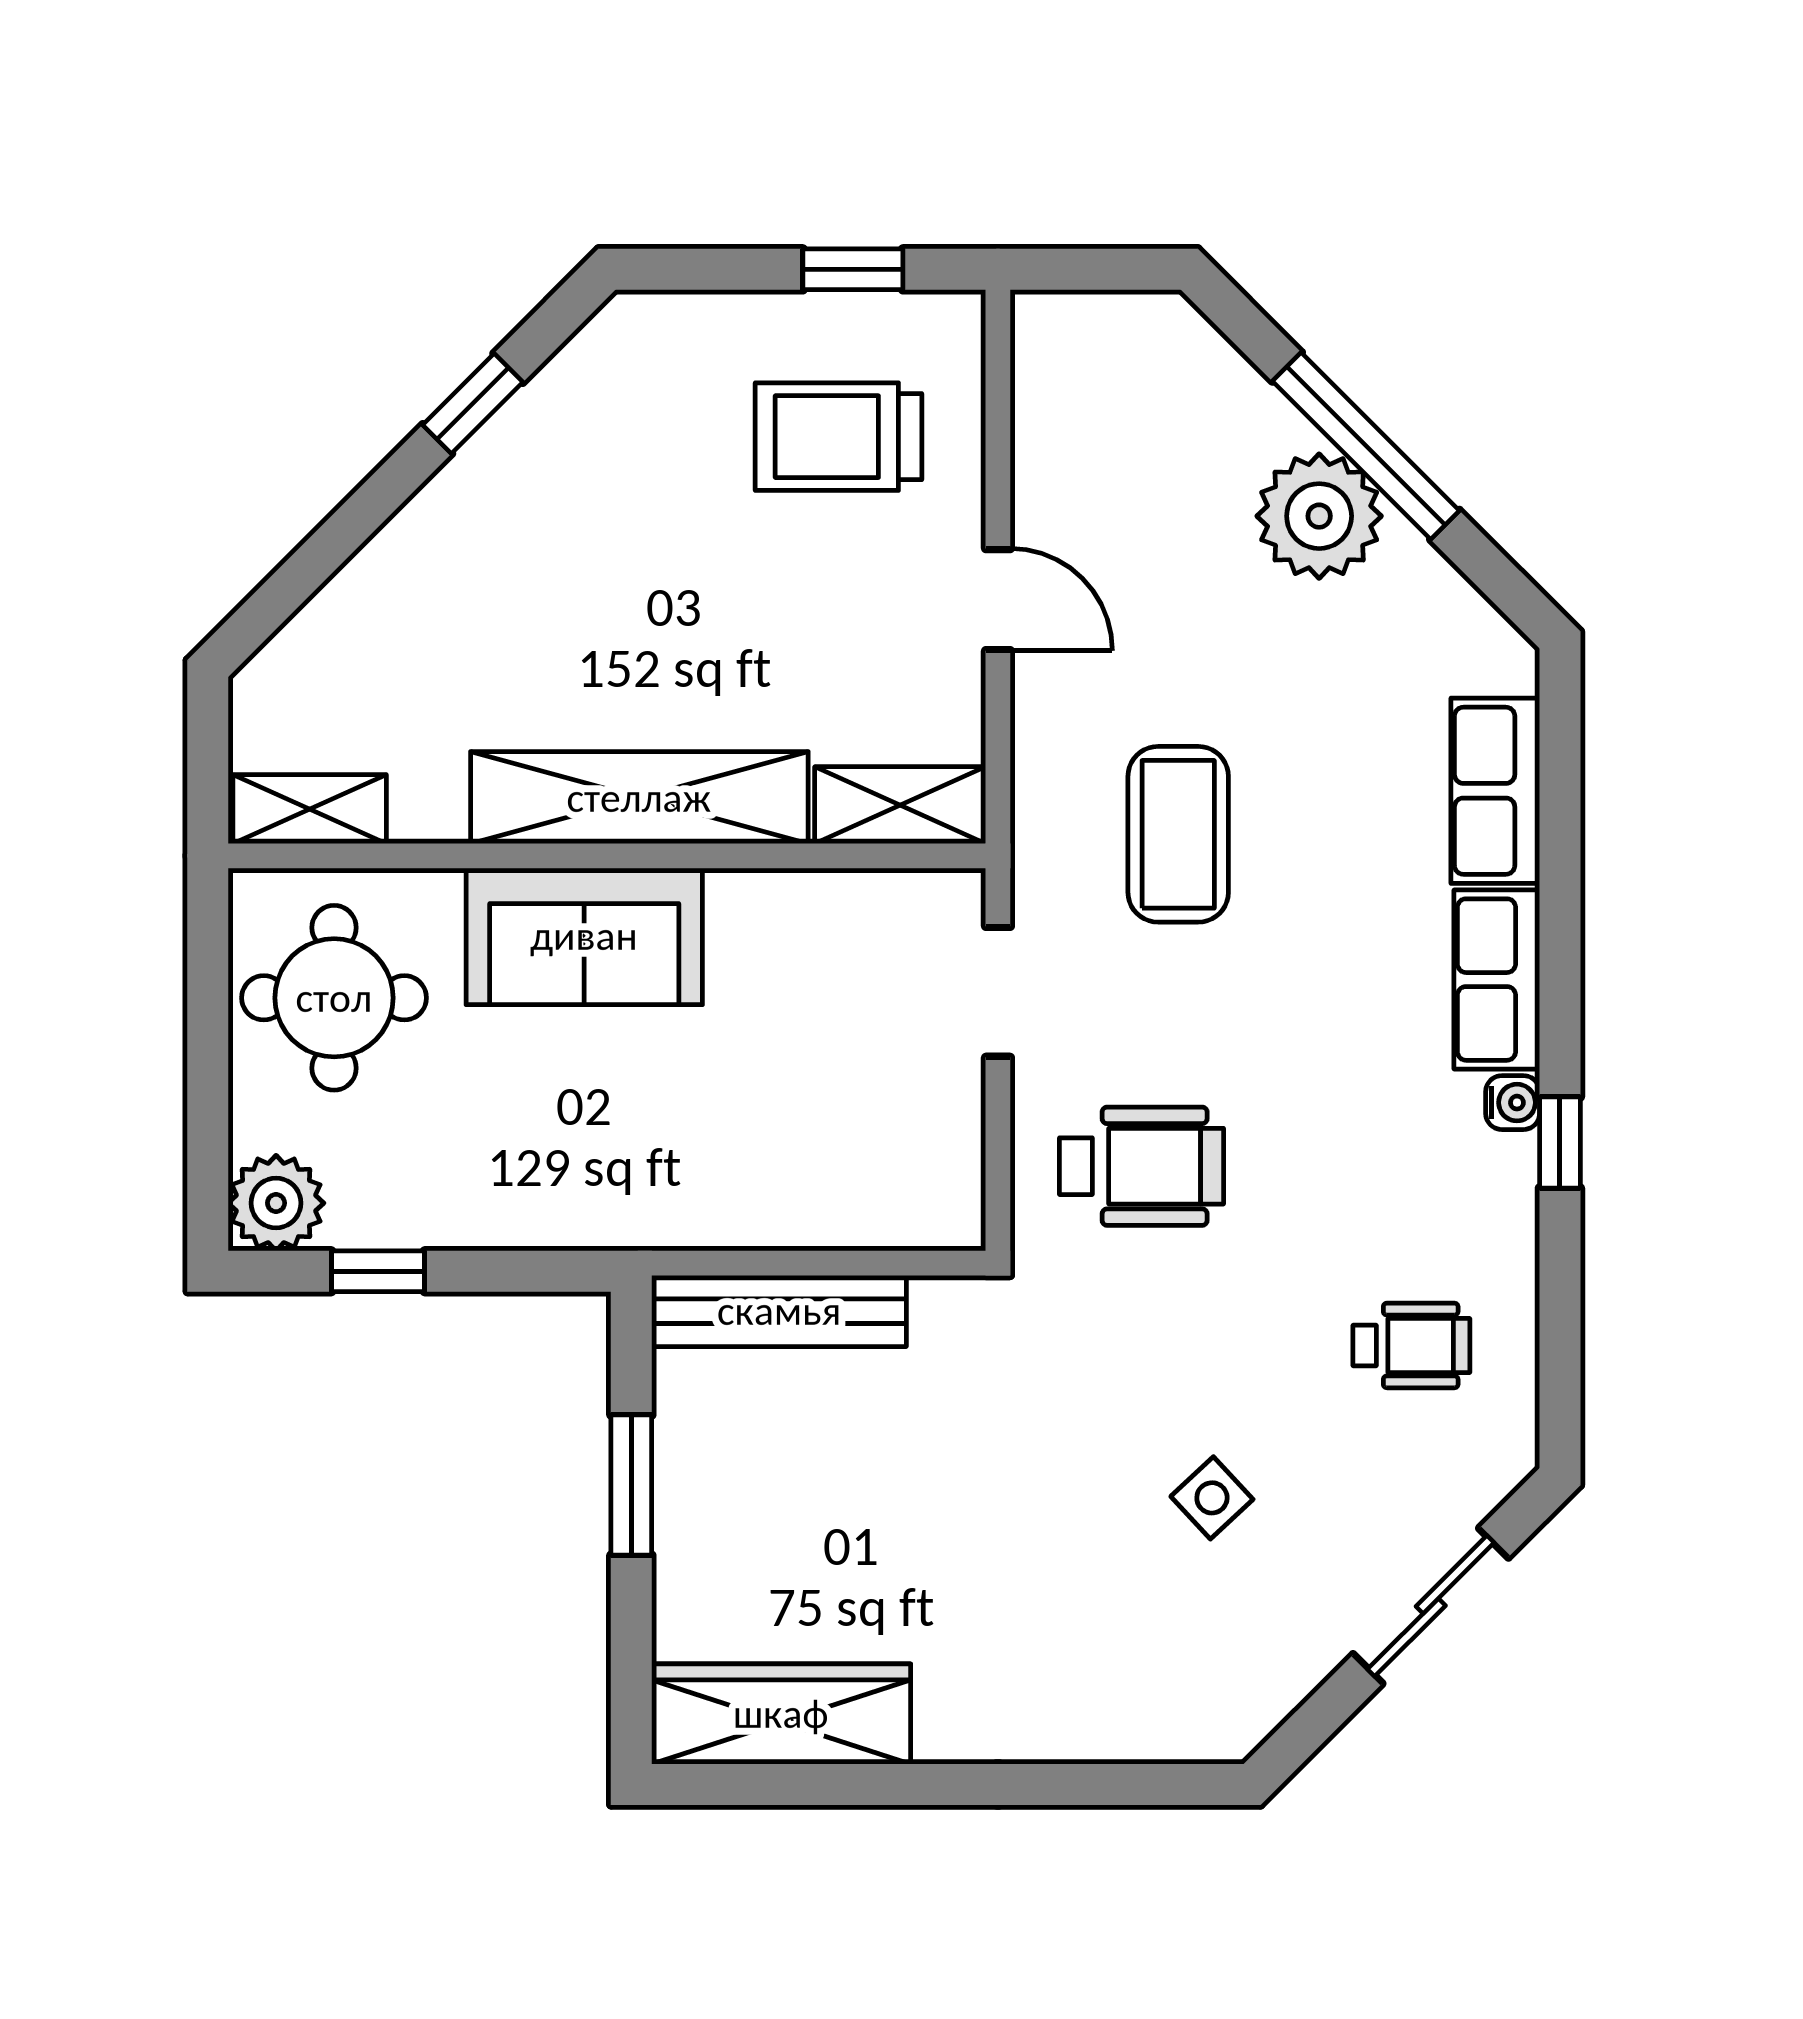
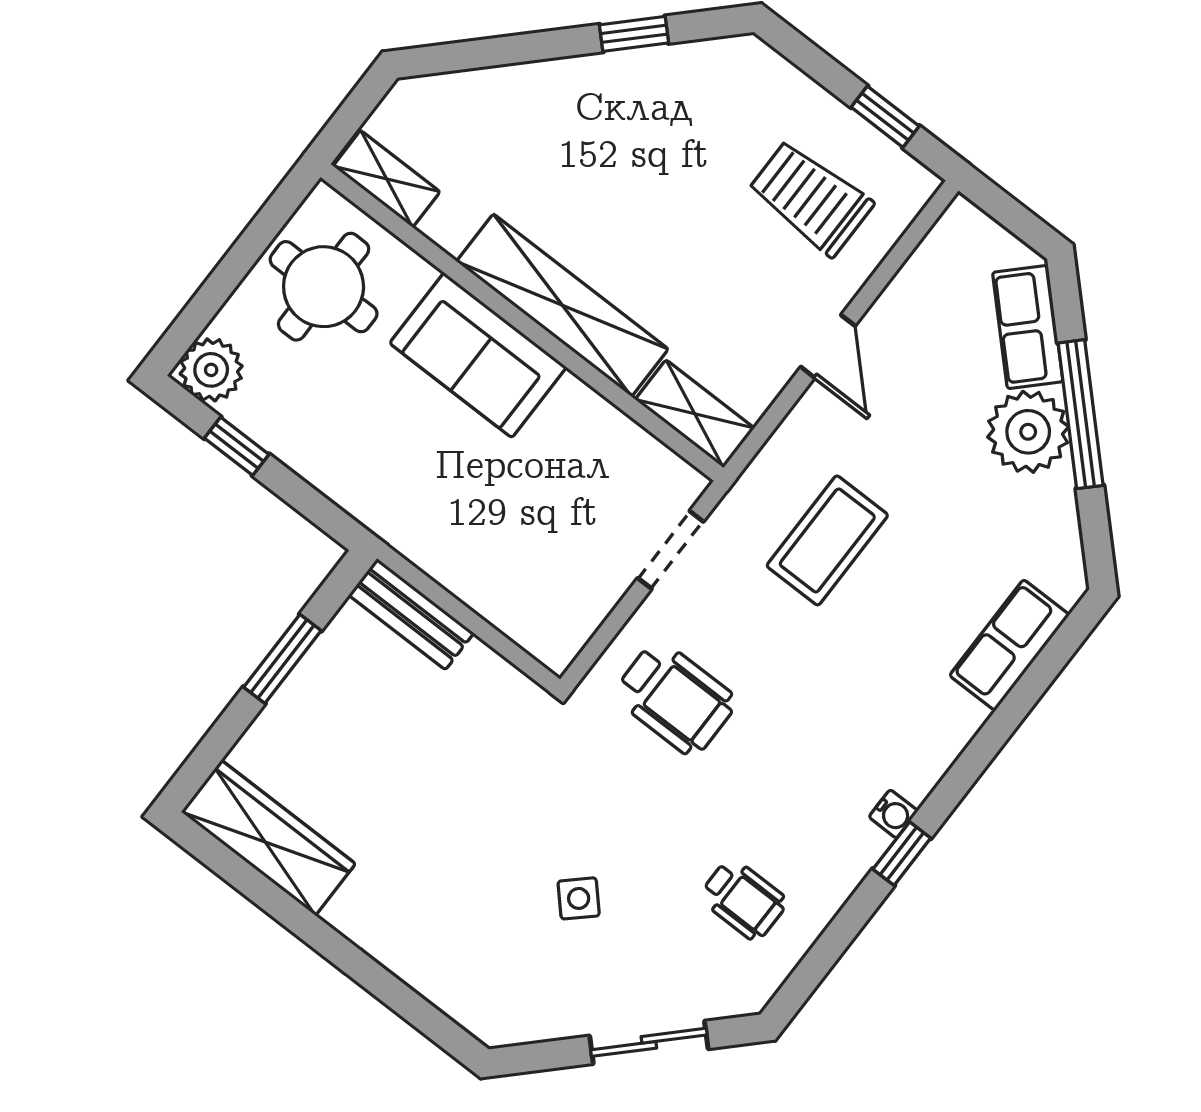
row of seats: (1497, 980) -> (1028, 327), moved, turned -45
bench: (779, 1311) -> (411, 614), width x0.73

